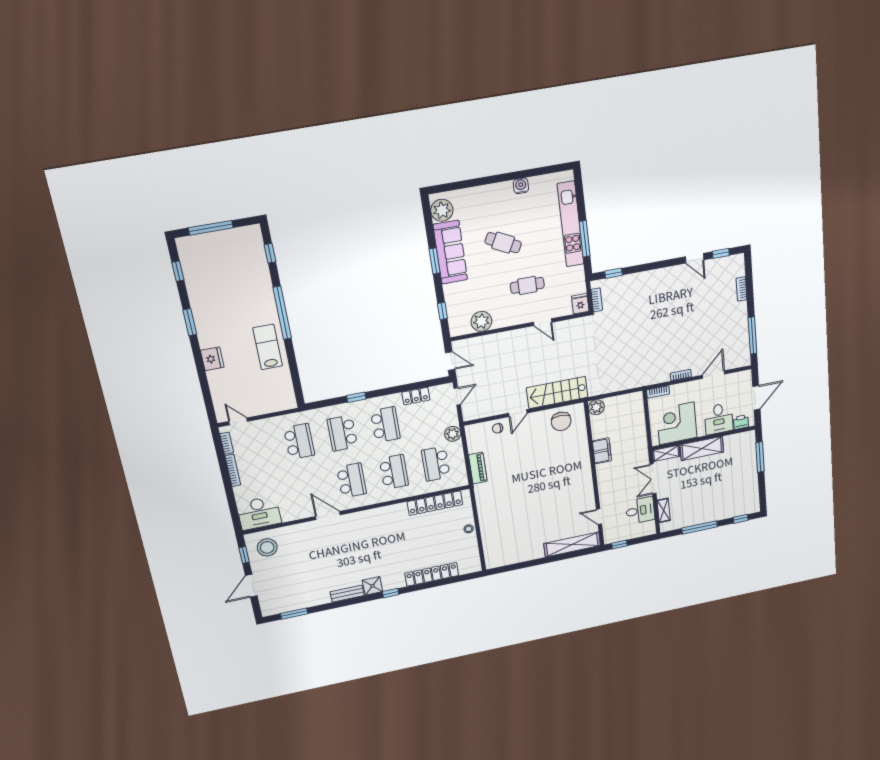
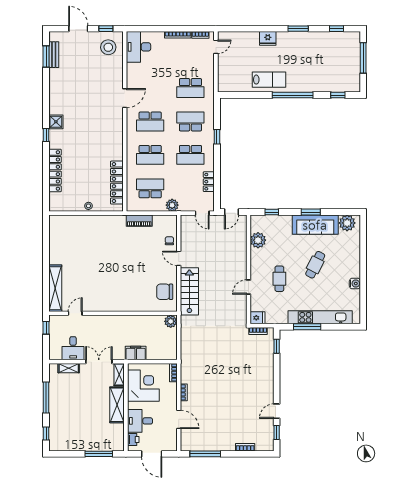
filing cabinet: (602, 451) -> (136, 353), moved, turned 180
bench: (347, 594) -> (54, 55), moved

